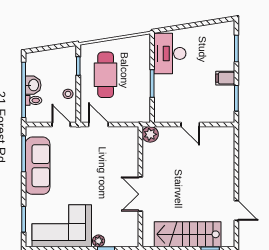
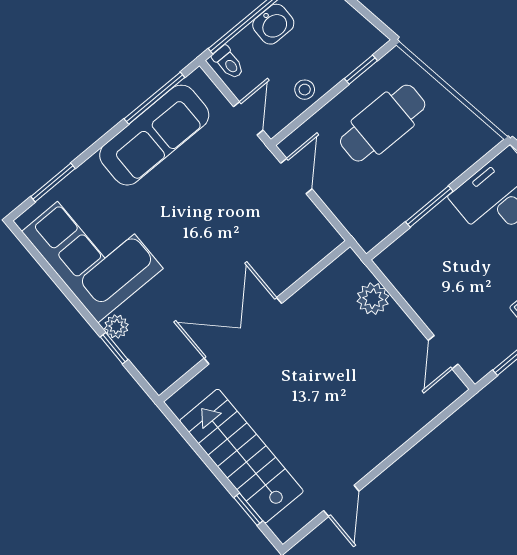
toilet: (33, 100) -> (228, 63), moved
door: (190, 124) -> (443, 352), moved
plant: (150, 134) -> (373, 299), moved
double door: (140, 194) -> (243, 331), width x1.37

